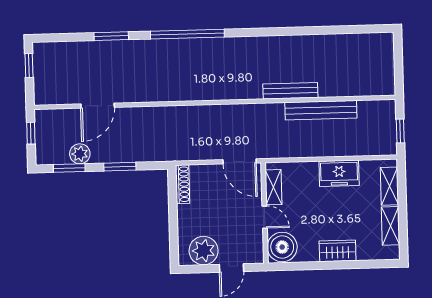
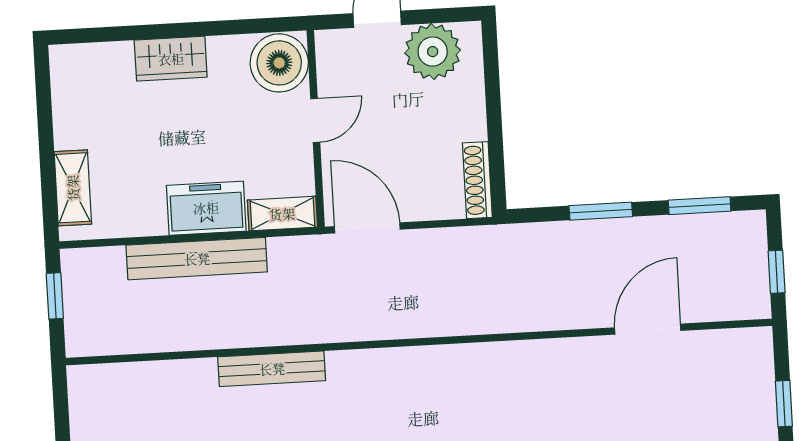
bench: (321, 110) -> (197, 259), moved
plant: (80, 154) -> (680, 234), removed
freezer: (339, 173) -> (206, 208), moved
shelving: (274, 187) -> (282, 214), moved, turned 90
door: (265, 217) -> (315, 120), swing flipped
shelving: (391, 226) -> (69, 110), removed

